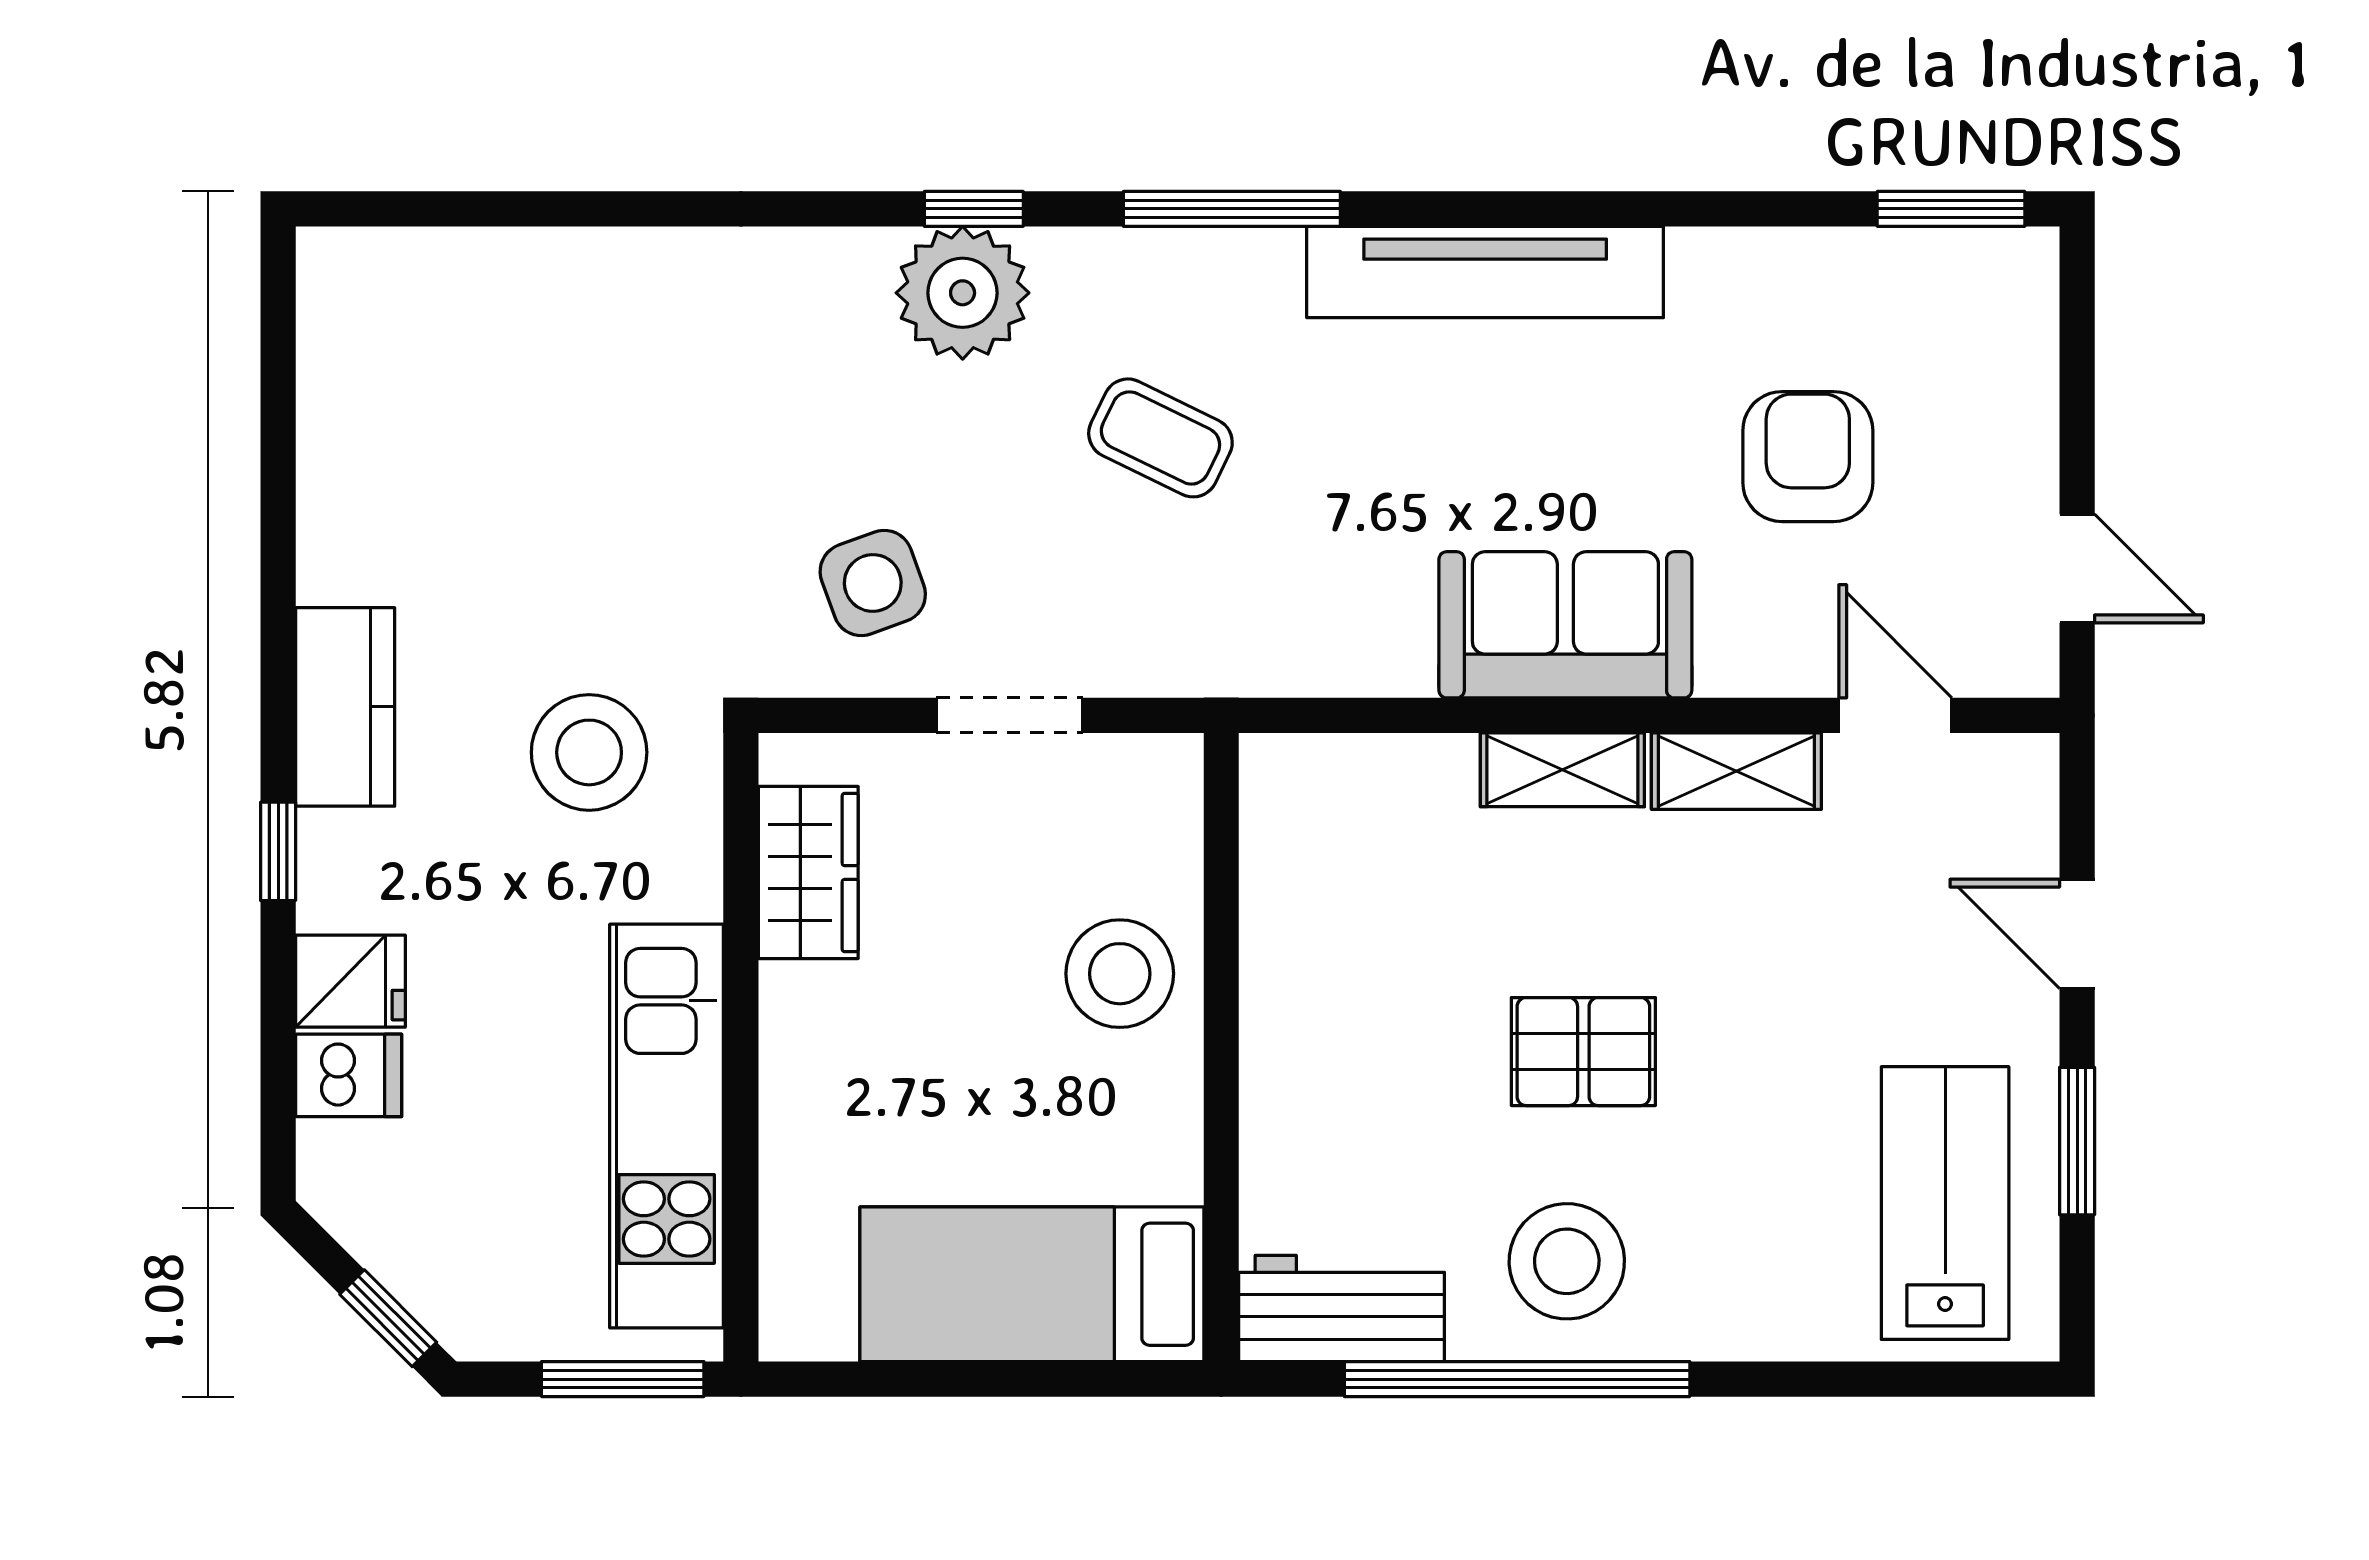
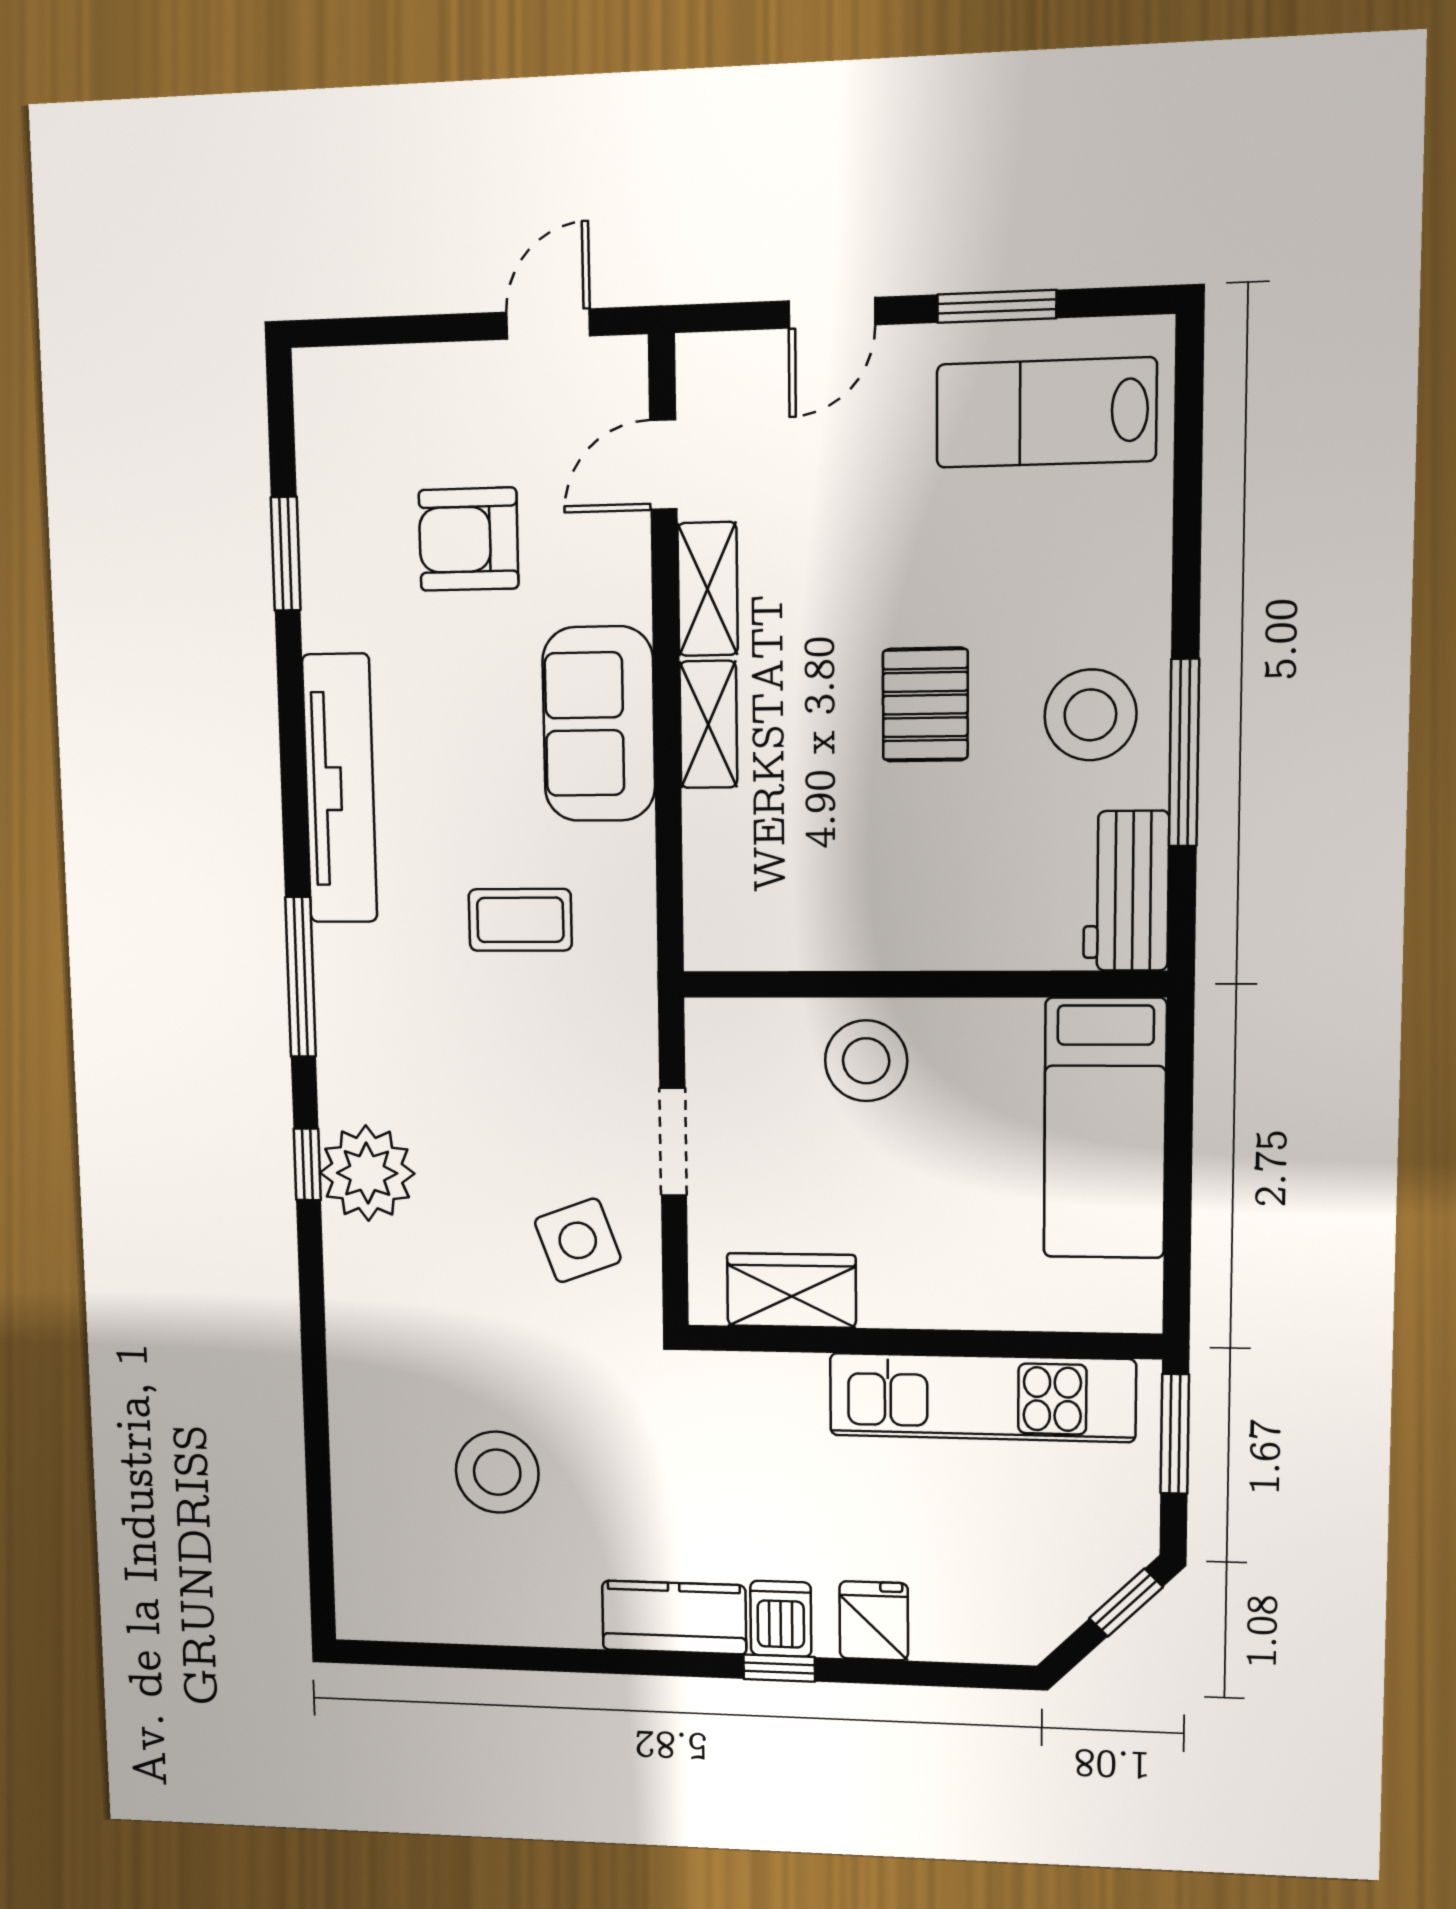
window: (1951, 209) -> (286, 554), moved
coffee table: (1160, 438) -> (520, 920), moved, turned 64
stool: (589, 752) -> (497, 1472), moved
dishwasher: (349, 1075) -> (781, 1619), moved
window: (1517, 1379) -> (1184, 753), width x0.68

